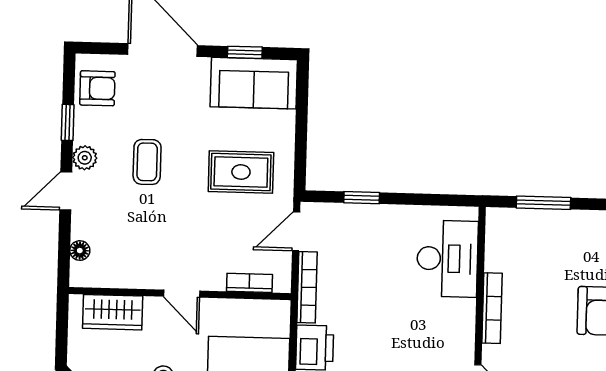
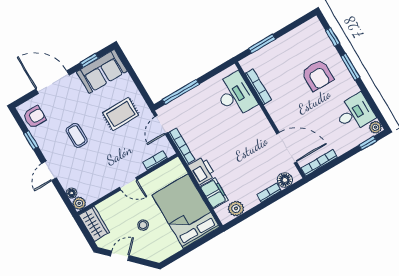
plant: (85, 158) -> (79, 203), moved
window: (362, 198) -> (181, 92), width x2.17
bookcase: (492, 308) -> (258, 87), moved
wardrobe: (113, 312) -> (94, 224), moved, turned -90

